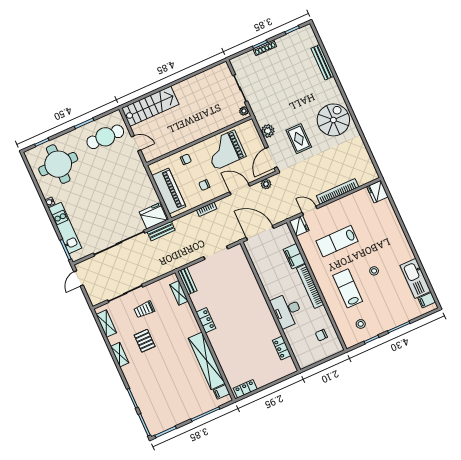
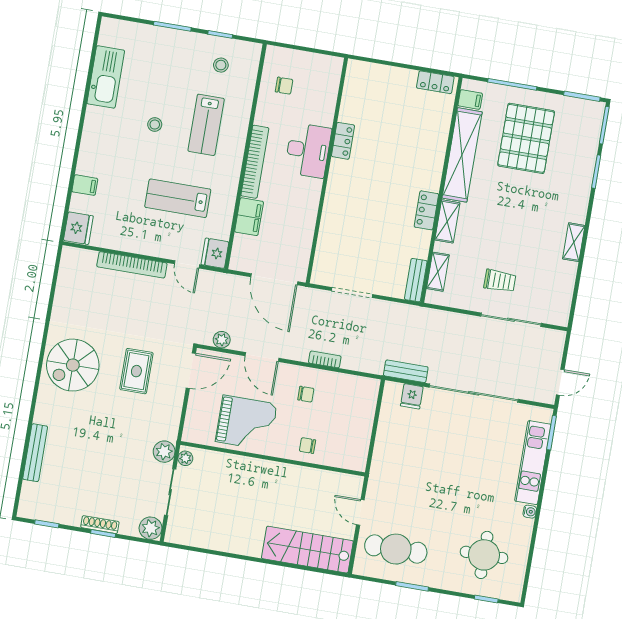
plant: (238, 63) -> (150, 528), added
plant: (268, 131) -> (164, 452), moved
round table: (58, 164) -> (484, 555), width x0.73, depth x0.73
piano: (169, 191) -> (359, 418), removed
fridge: (153, 216) -> (412, 396), width x0.53, depth x0.75
lab bench: (337, 241) -> (178, 198), turned 180
filing cabinet: (427, 300) -> (85, 185), moved
shelving: (106, 324) -> (447, 221), moved
pallet: (145, 341) -> (526, 138), moved, width x2.05, depth x2.00
locker: (282, 348) -> (343, 141), moved

